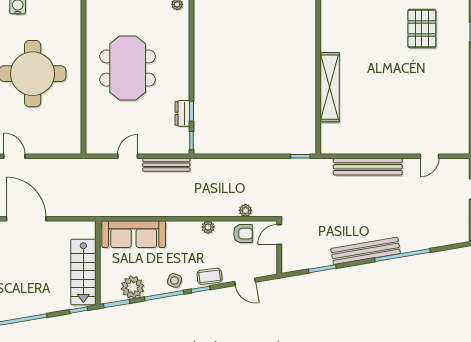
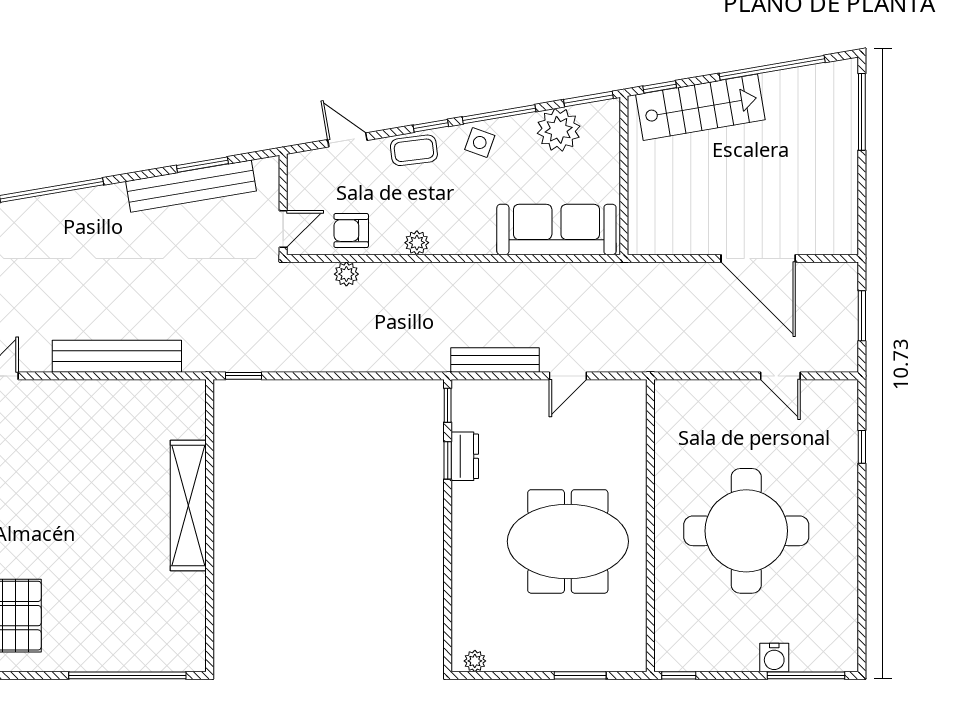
meeting table: (128, 68) -> (568, 541), turned 90
bench: (366, 251) -> (191, 186), moved
stairs: (83, 272) -> (700, 107), moved, turned 80

